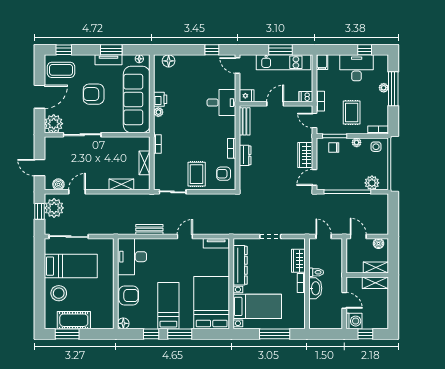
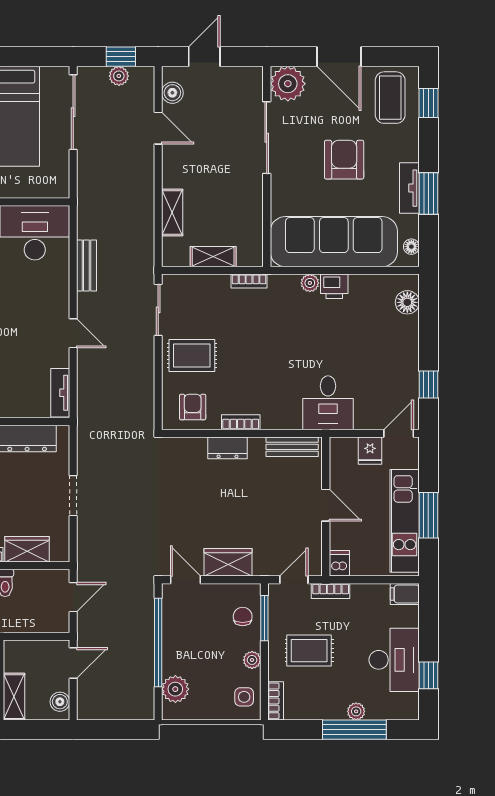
fridge: (247, 96) -> (370, 451), moved
plant: (54, 208) -> (119, 76), width x0.53, depth x0.53

